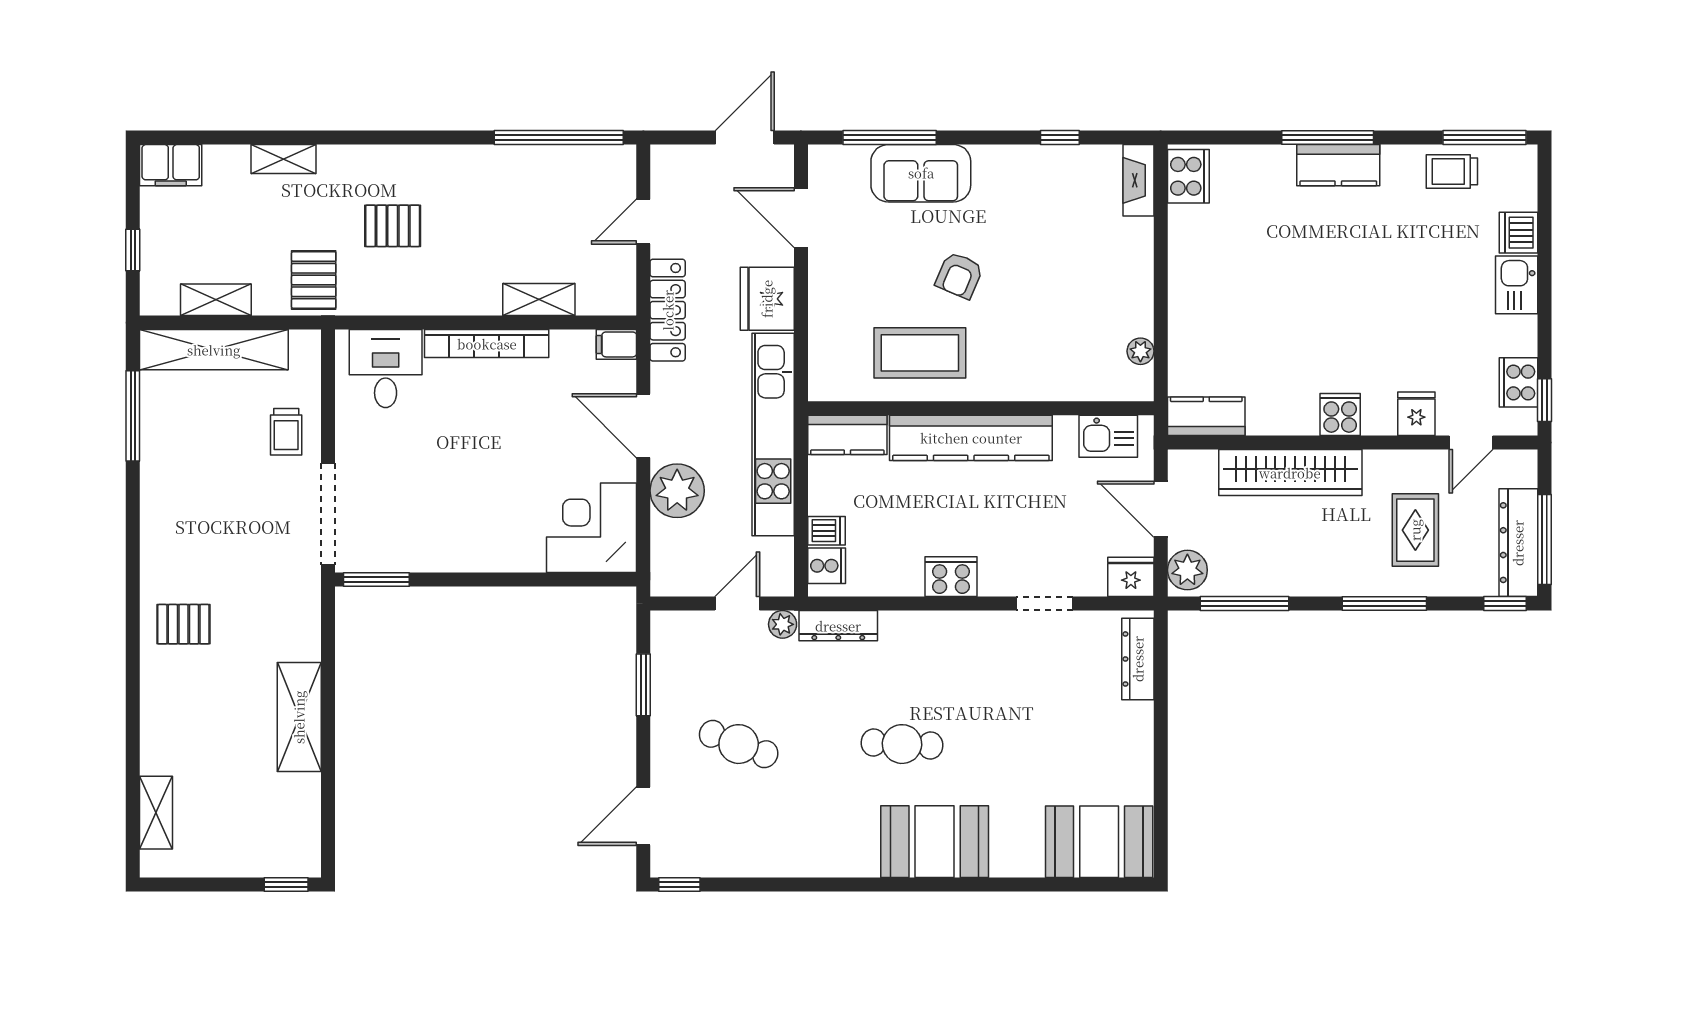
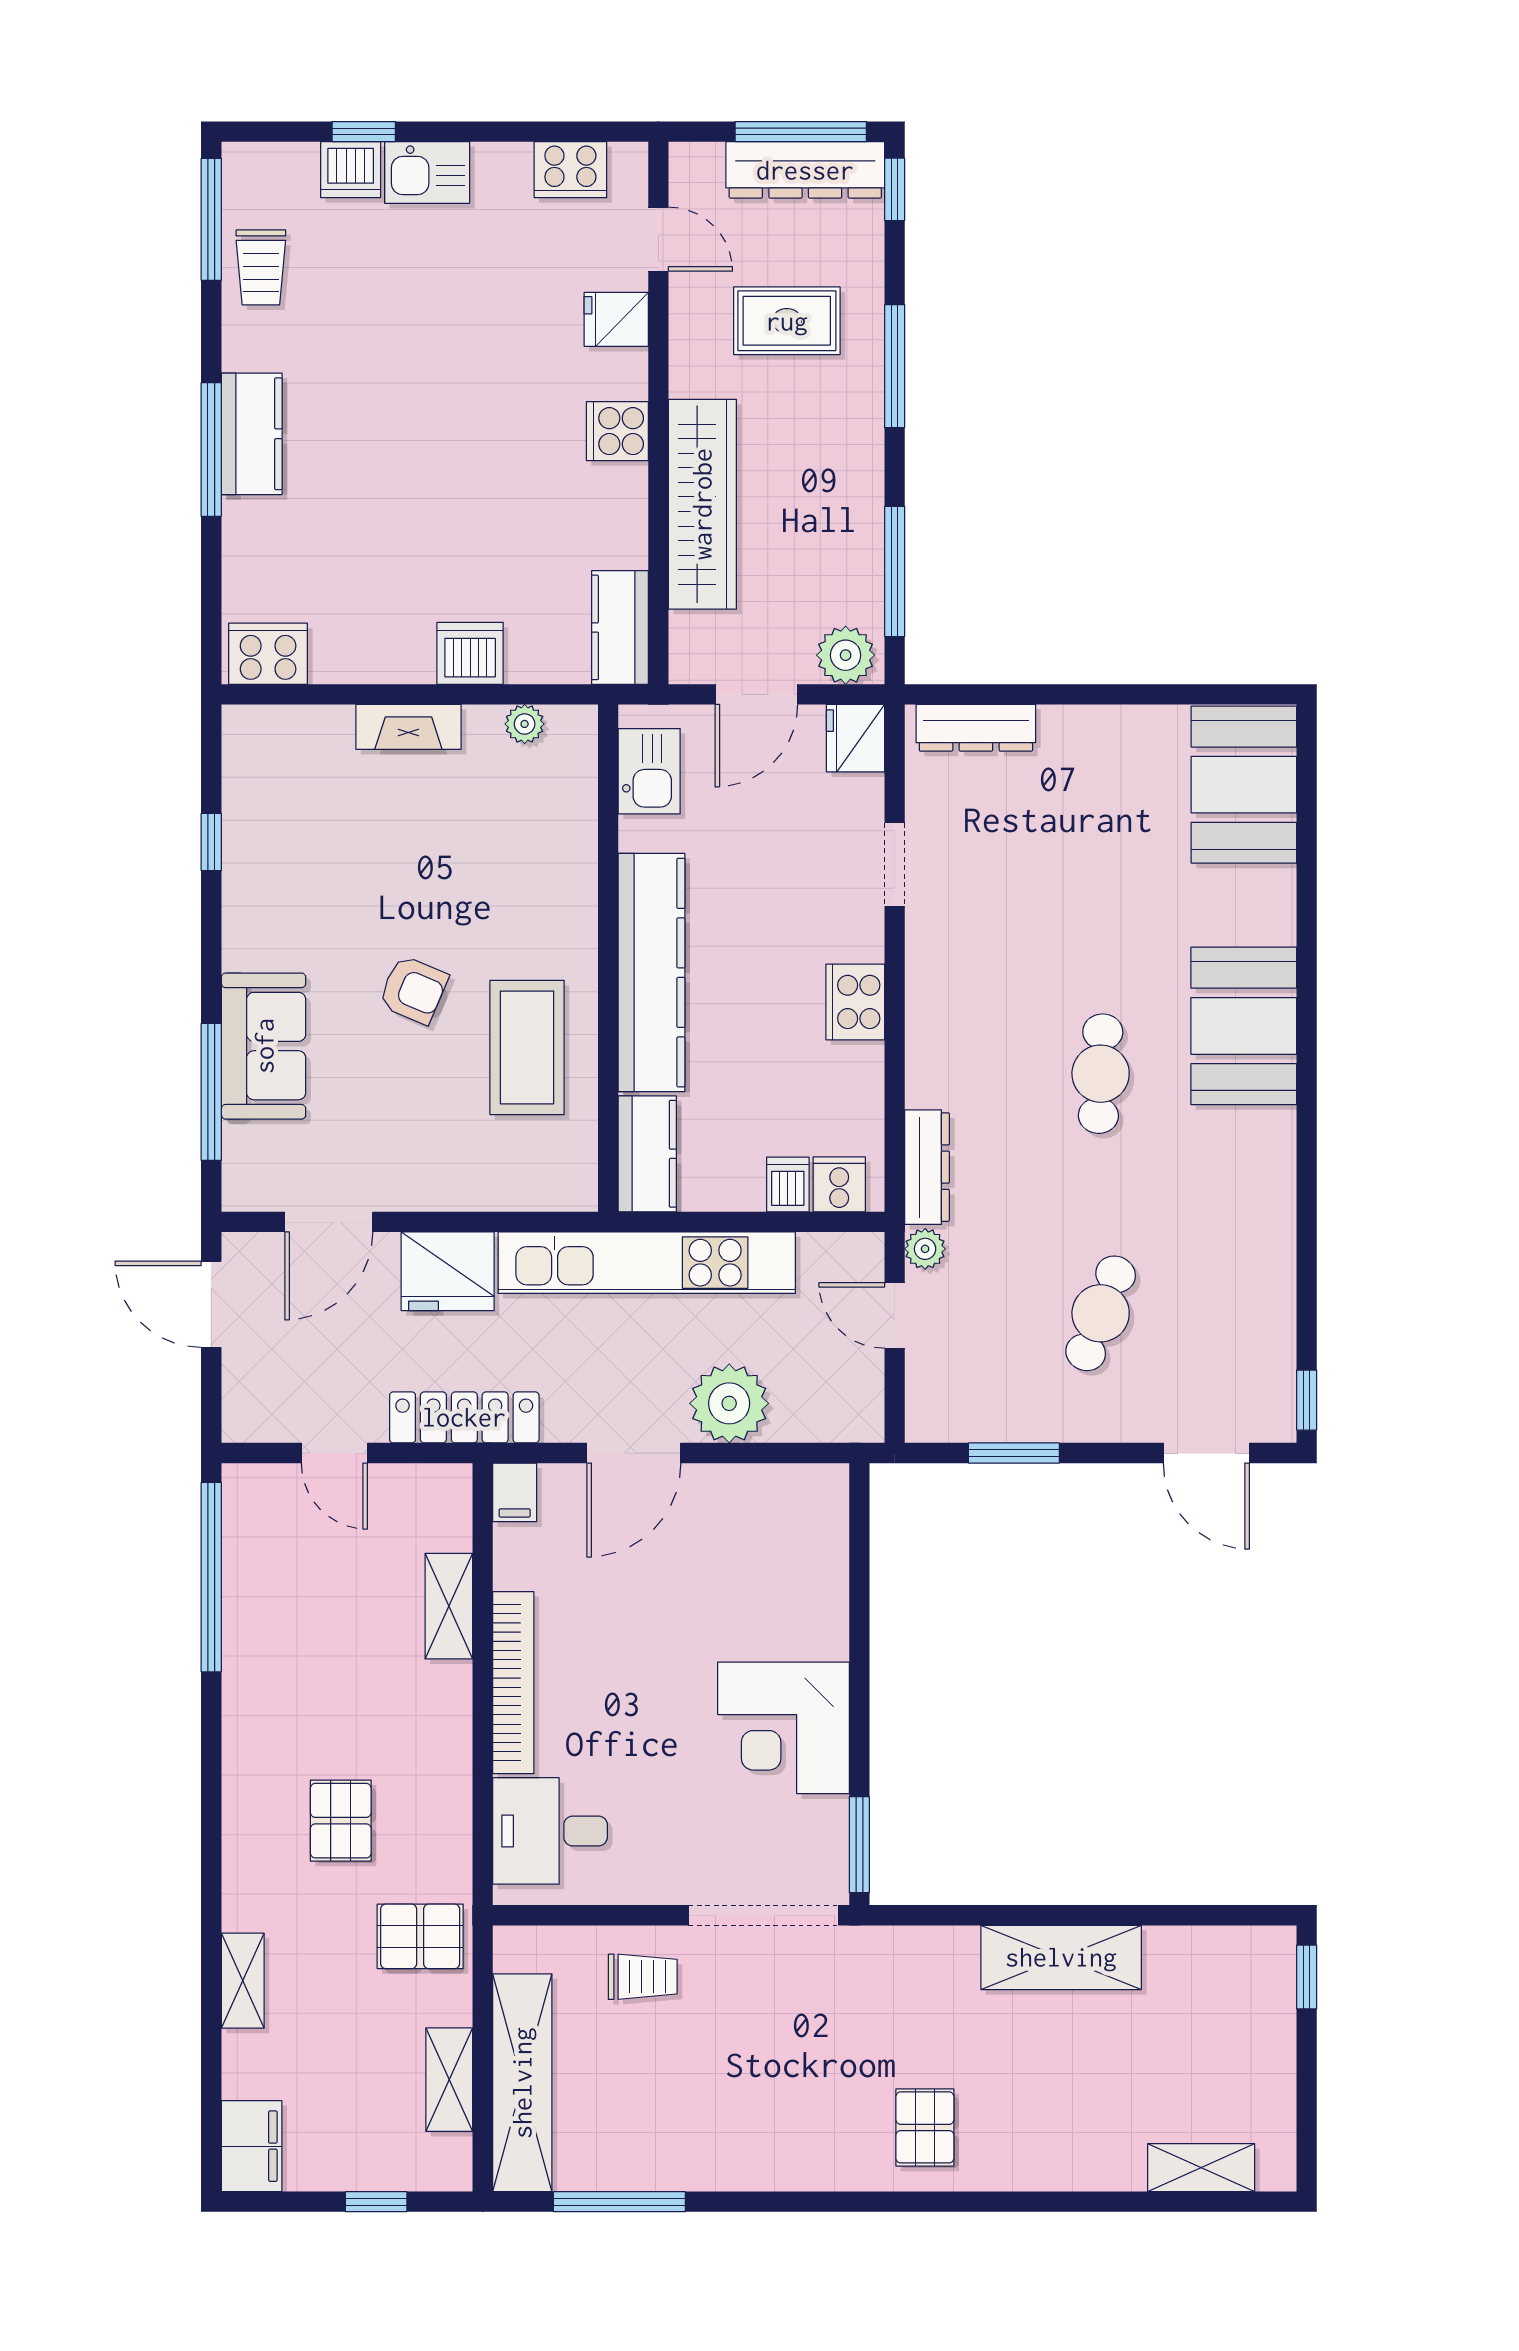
fireplace: (1139, 180) -> (408, 727), moved
dishwasher: (1189, 314) -> (470, 653), added
window: (1544, 400) -> (364, 132), moved
corner desk: (592, 528) -> (784, 1728), moved

